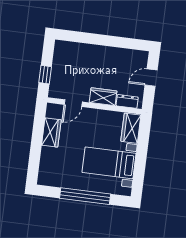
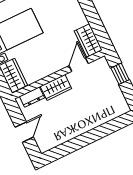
wardrobe: (51, 133) -> (88, 41), moved

